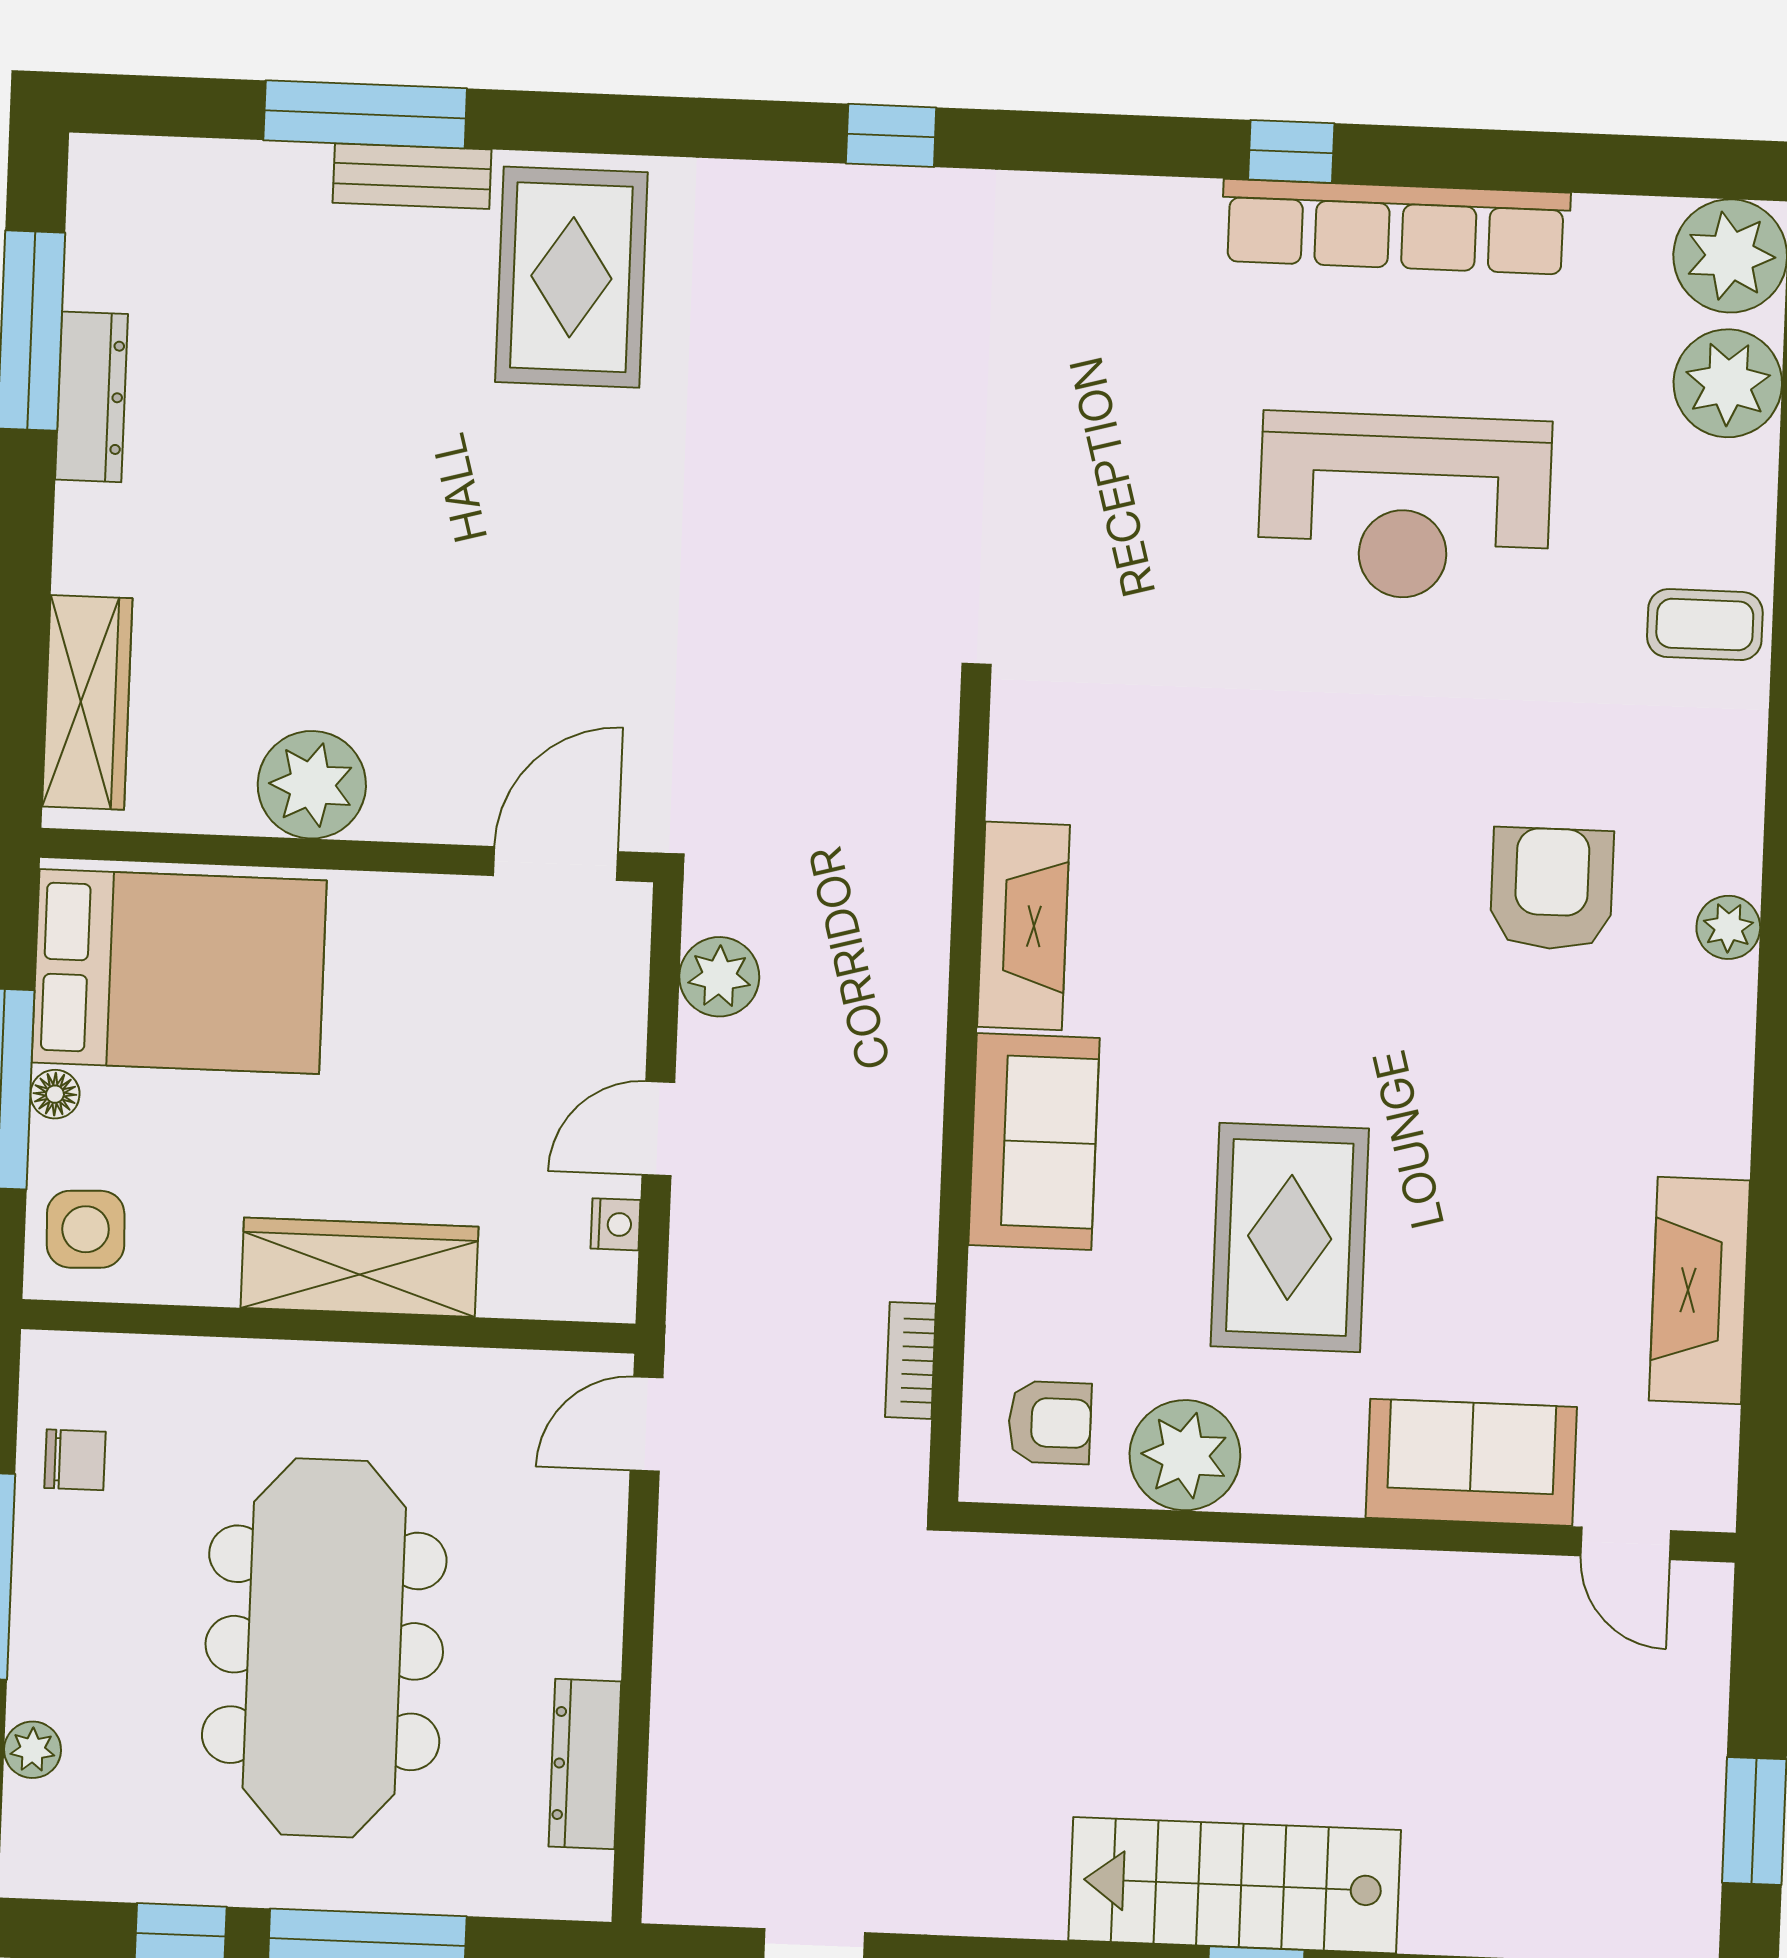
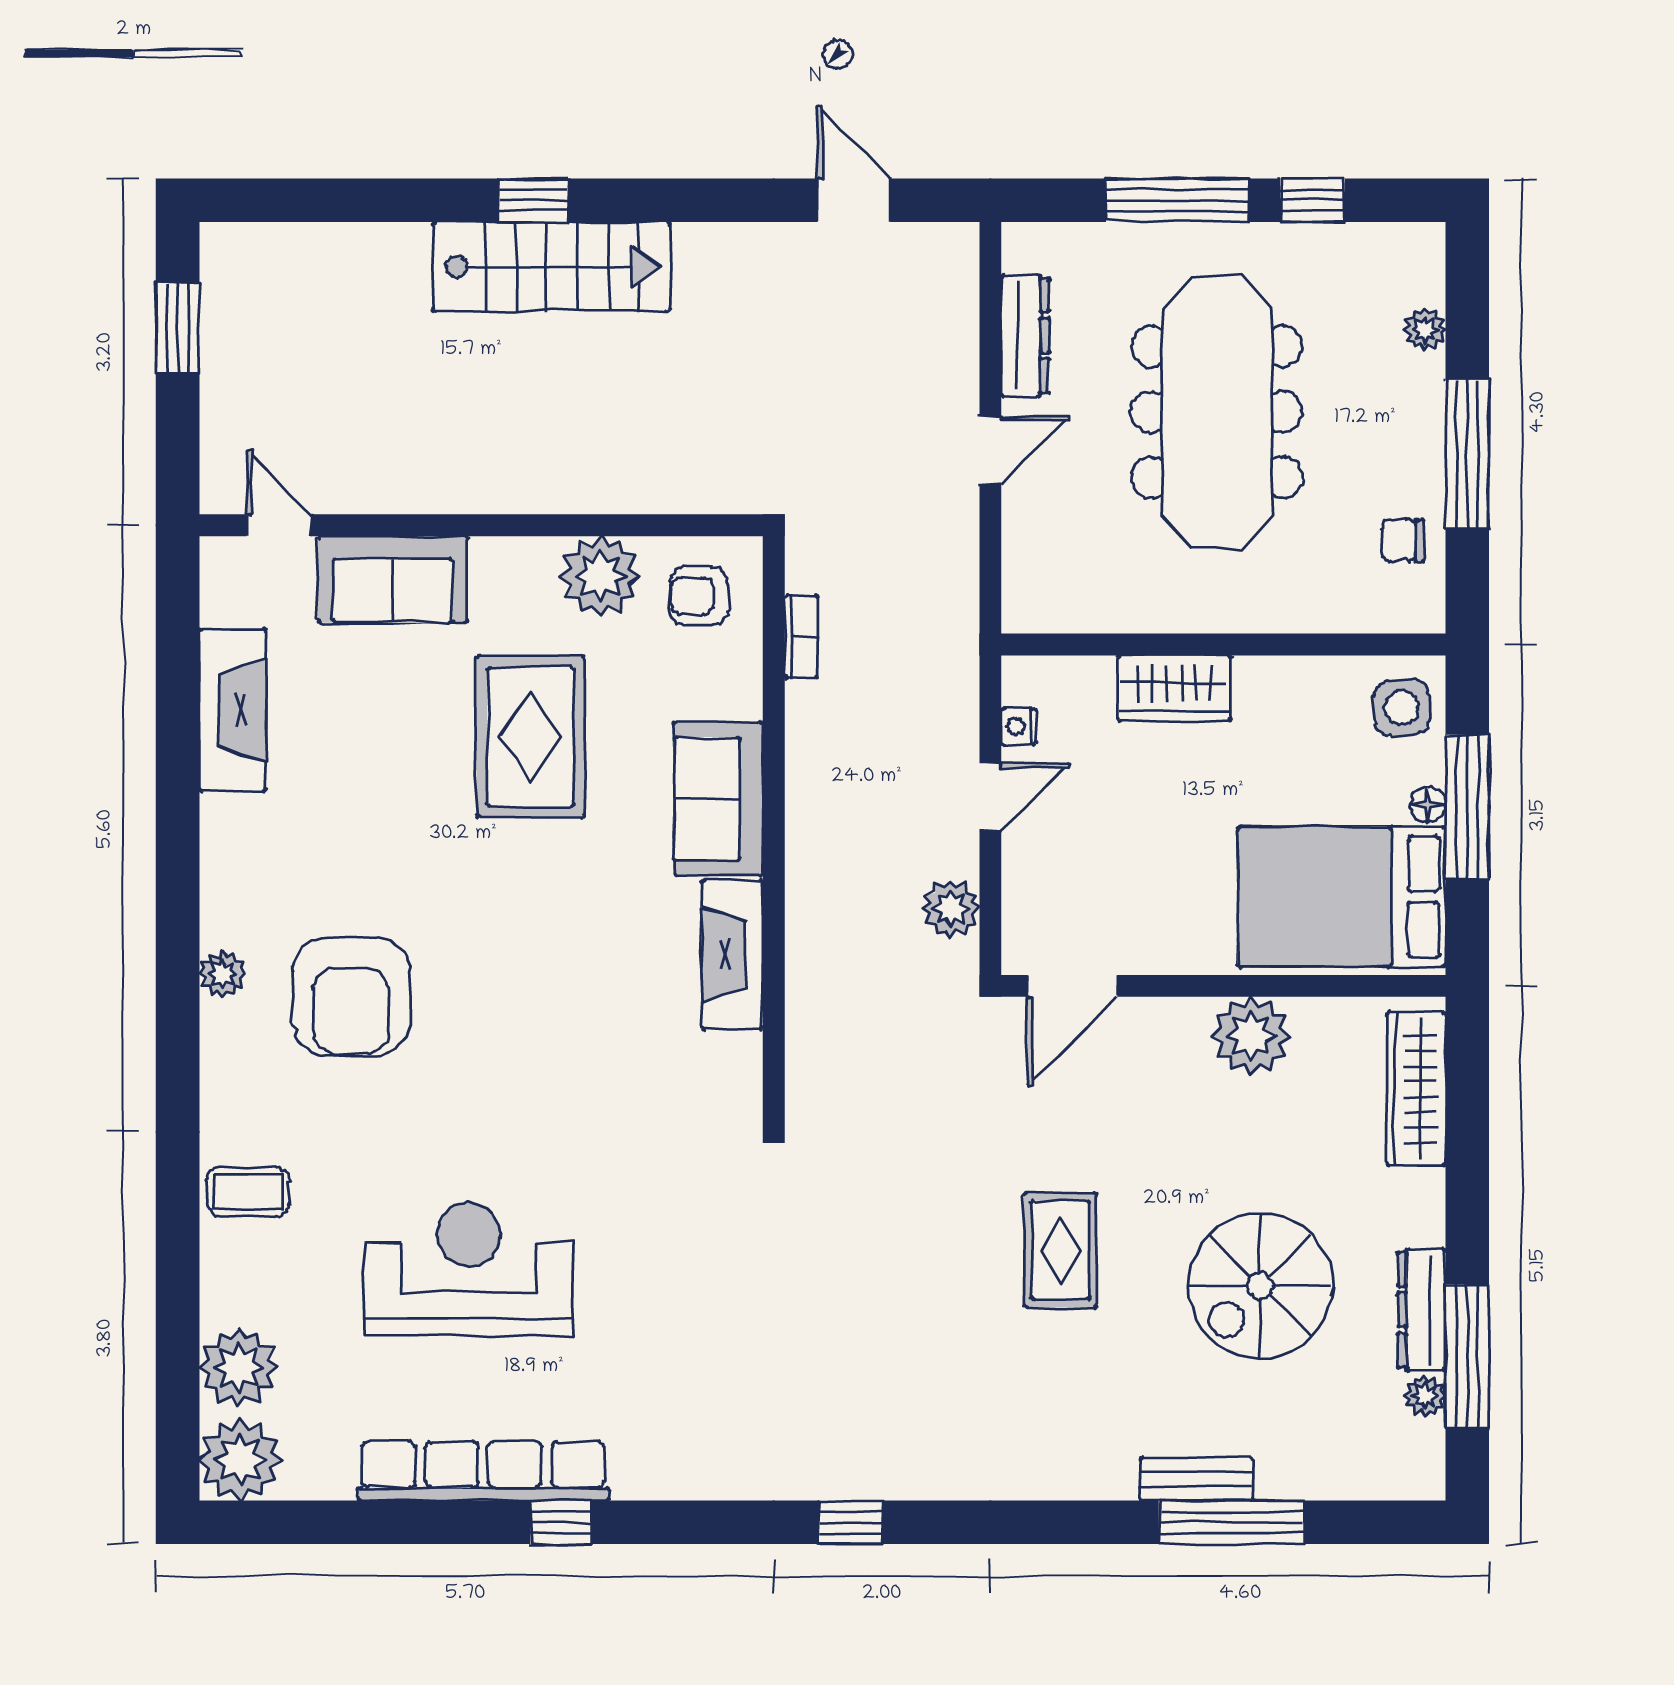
rug: (571, 277) -> (1061, 1250), moved, width x0.73, depth x0.70
plant: (92, 278) -> (1425, 1396), added
spiral stairs: (313, 438) -> (1260, 1286), added
armchair: (1552, 889) -> (351, 997), width x1.36, depth x1.36
wardrobe: (359, 1267) -> (1174, 688), width x0.67
door: (646, 1424) -> (990, 450), moved

